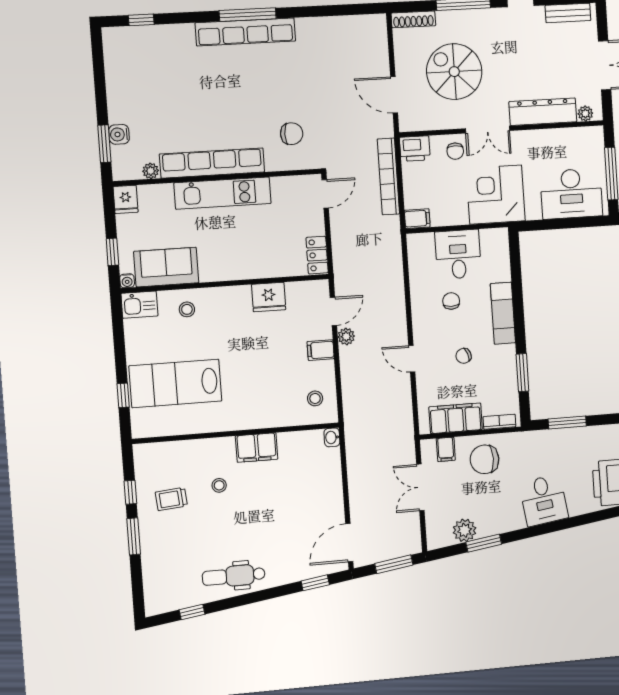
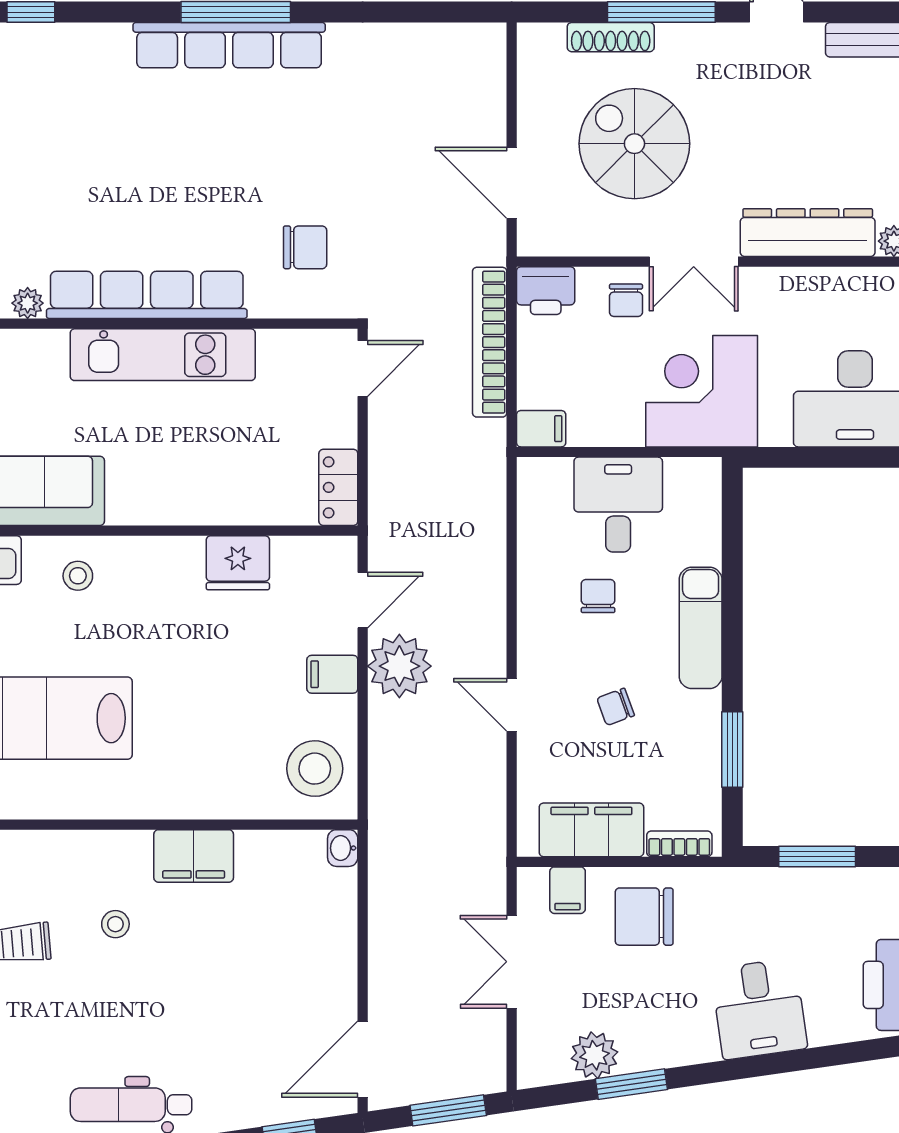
shoe rack: (413, 19) -> (611, 37), moved
plant: (346, 336) -> (399, 666), width x1.87, depth x1.87
stool: (315, 398) -> (315, 769), width x1.89, depth x1.89

